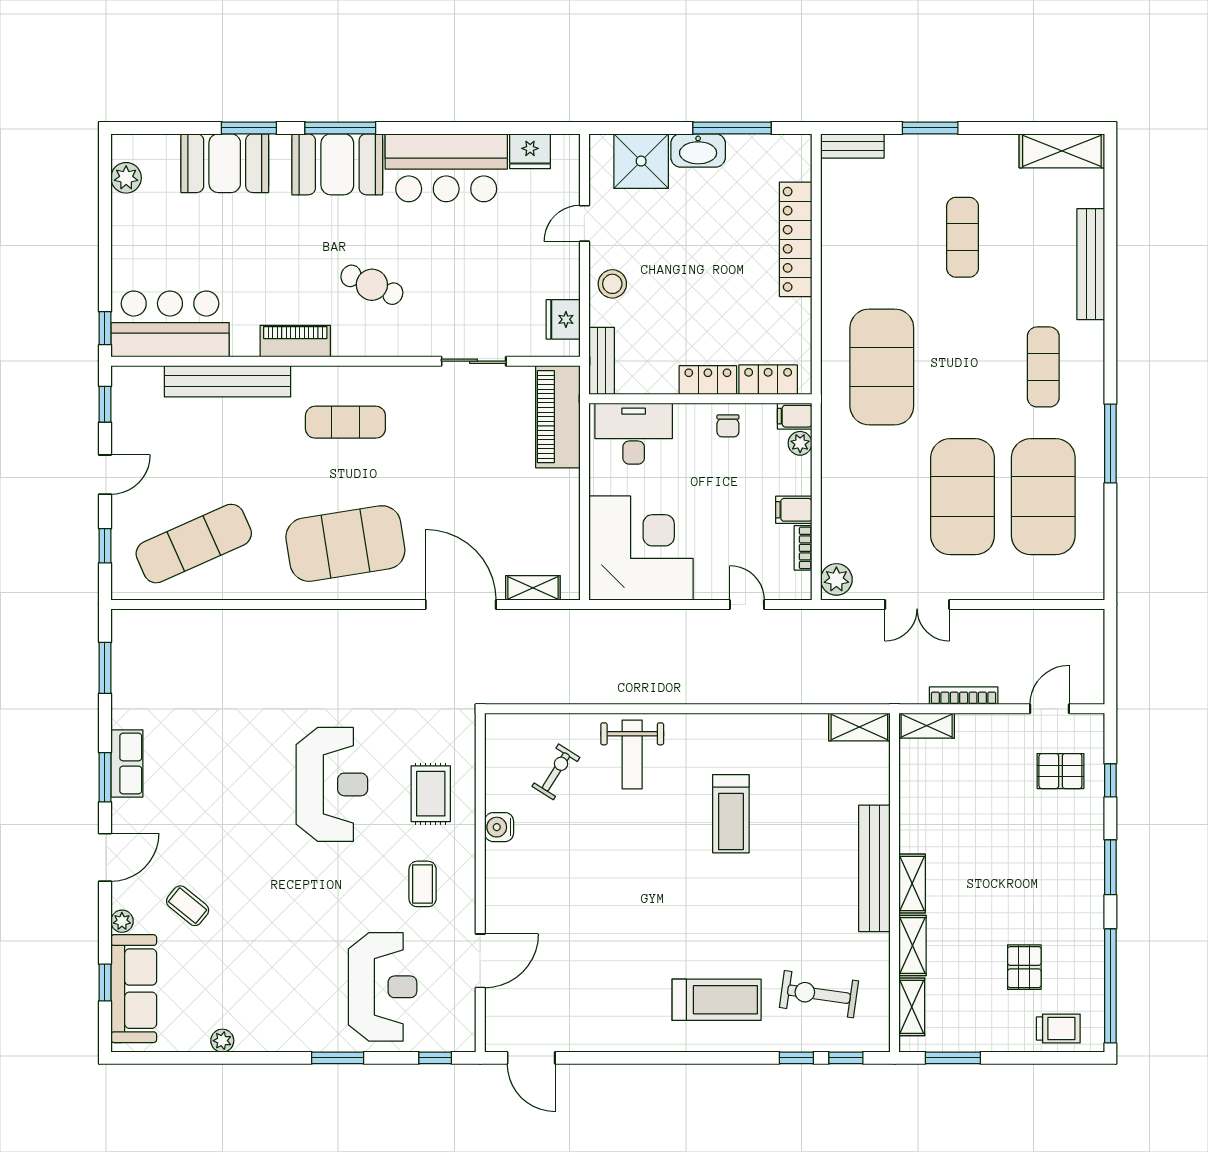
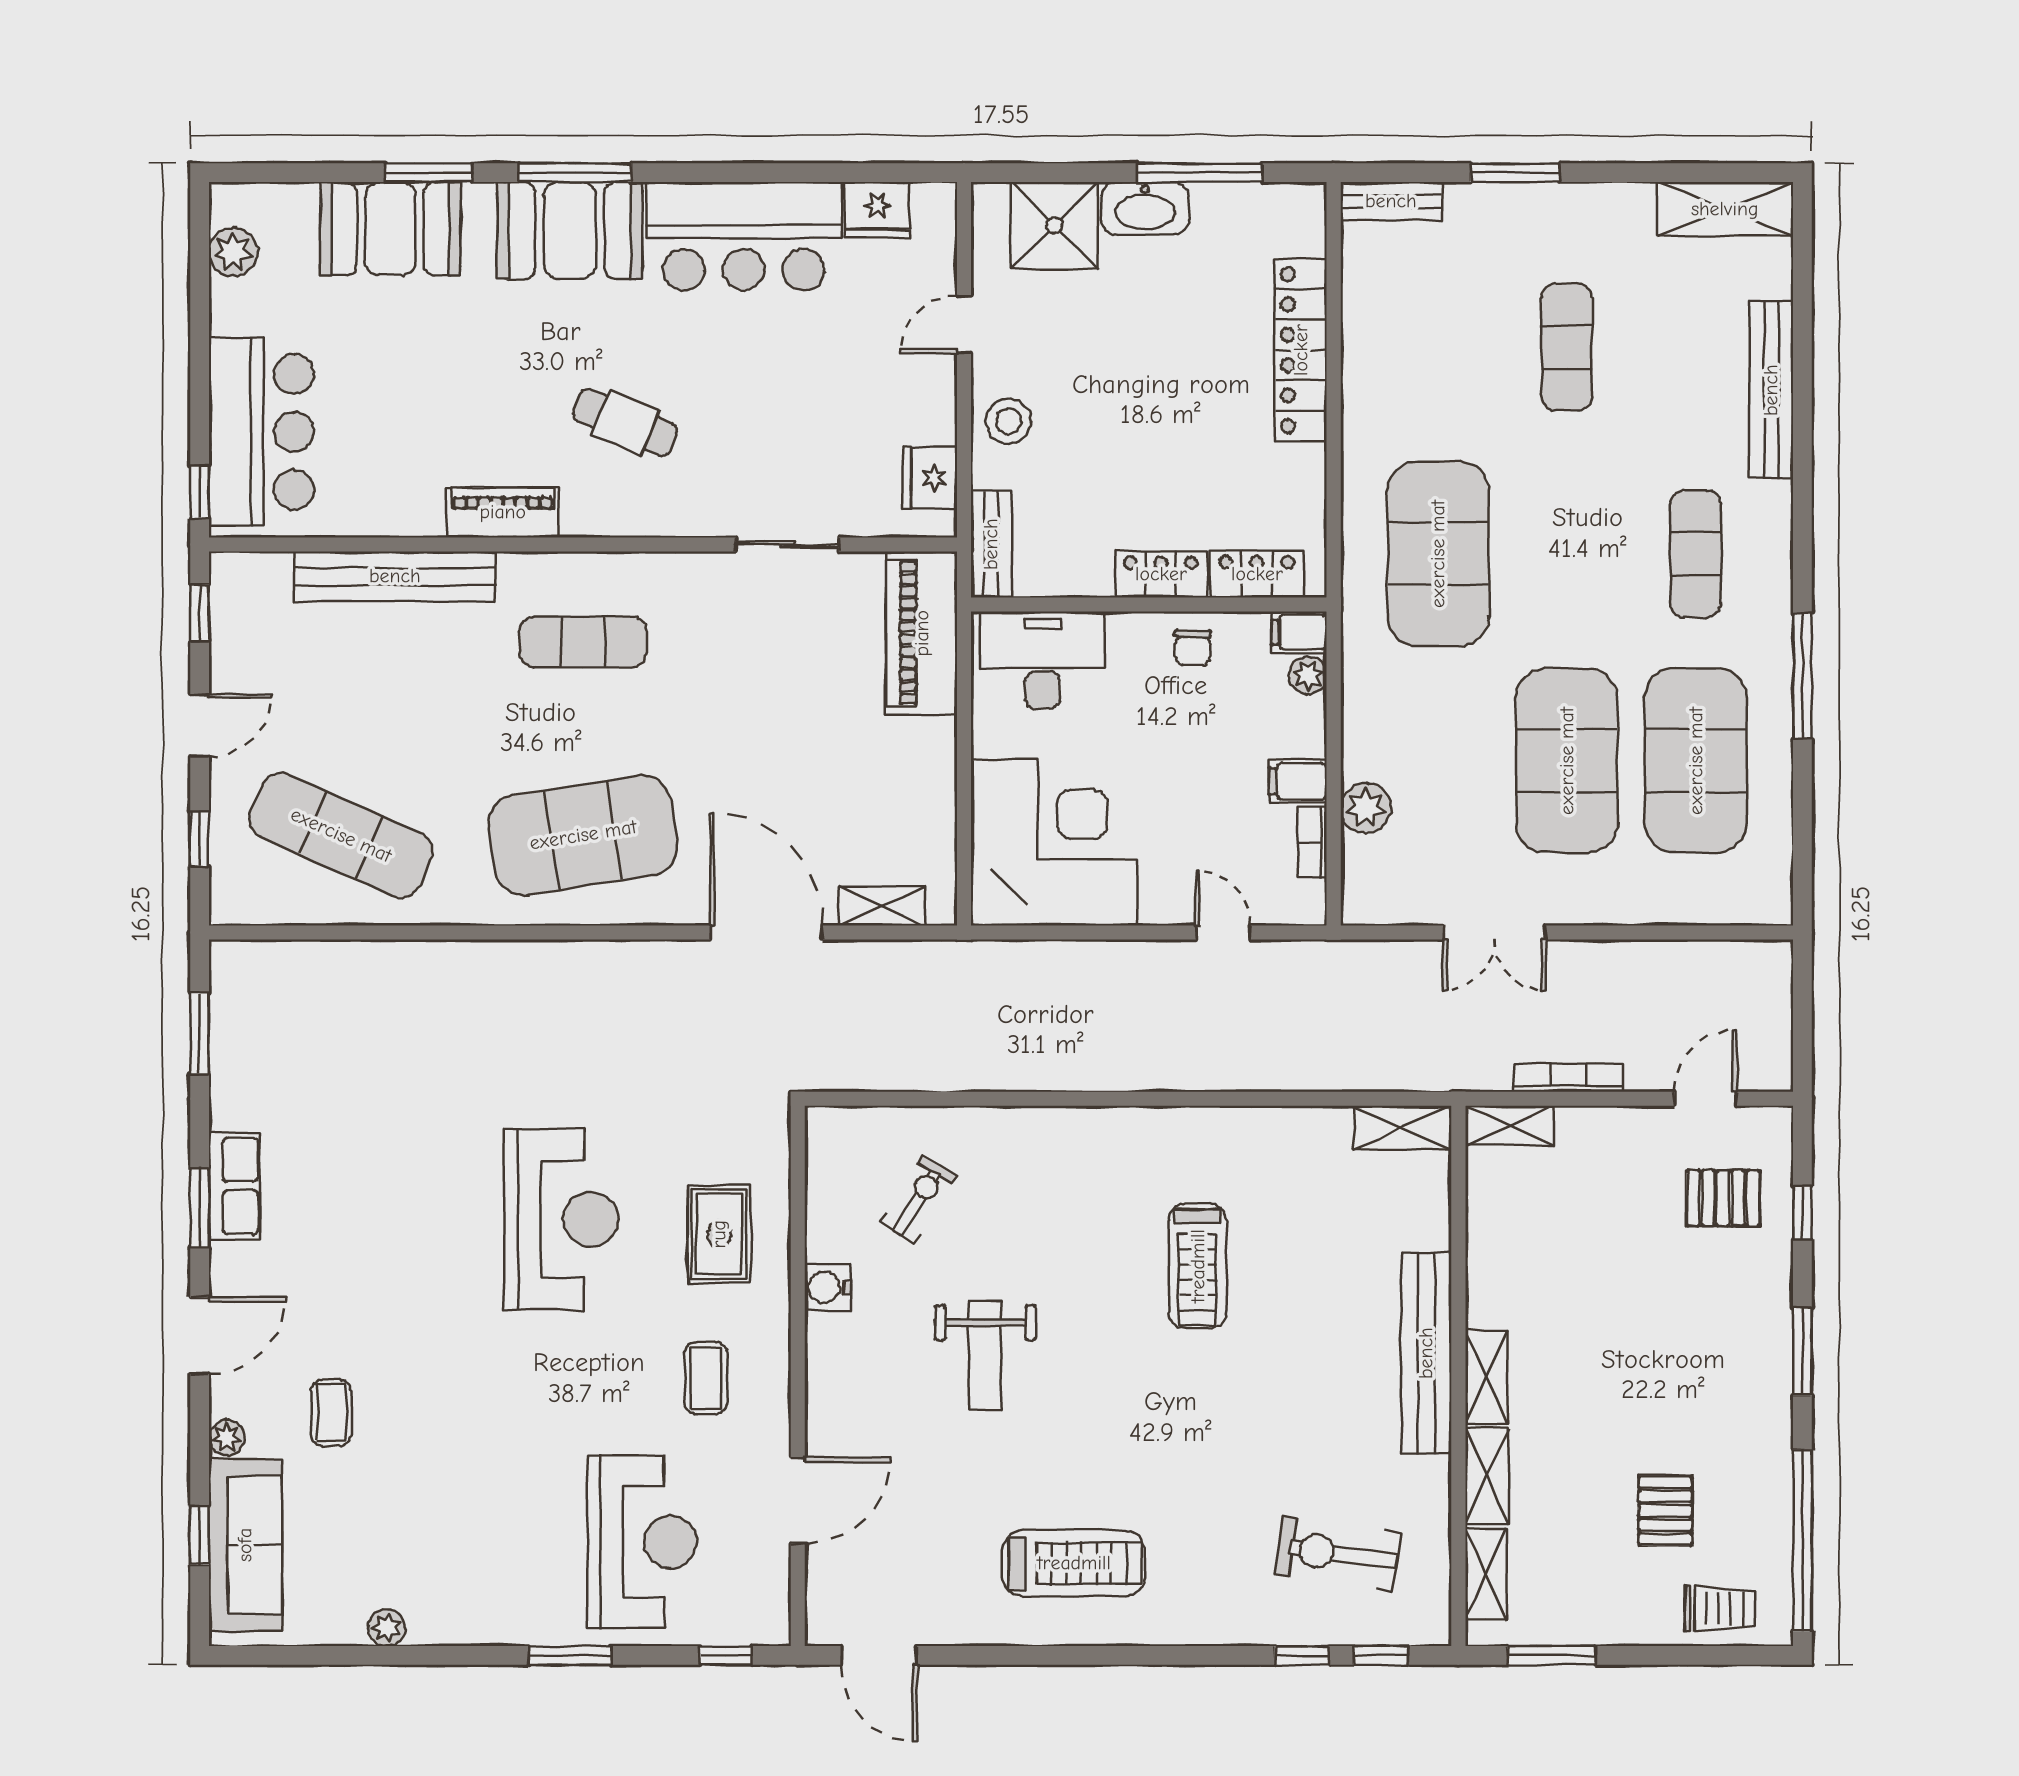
bar counter: (170, 324) -> (261, 432), moved, turned 90
exercise mat: (194, 544) -> (341, 835), turned 48
plant: (836, 579) -> (1366, 808), moved
weight bench: (632, 754) -> (985, 1356), moved
coffee table: (188, 906) -> (331, 1413), turned 51
treadmill: (717, 1000) -> (1074, 1563), moved

